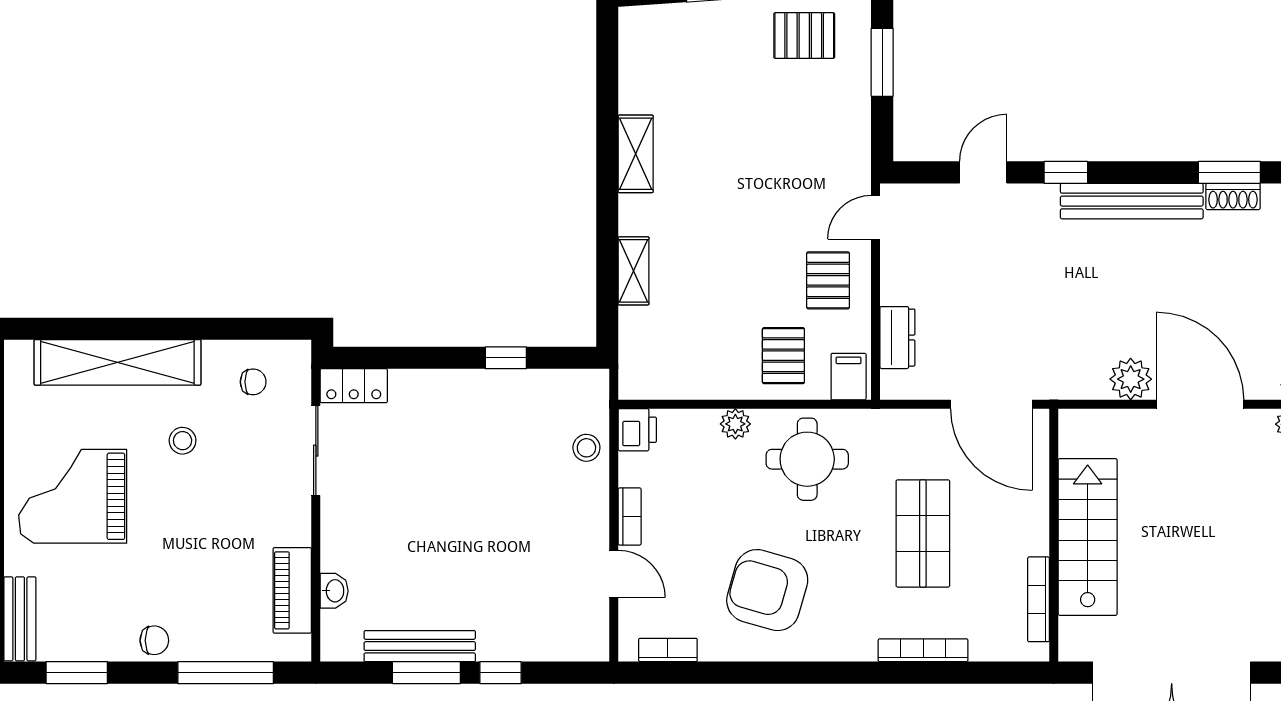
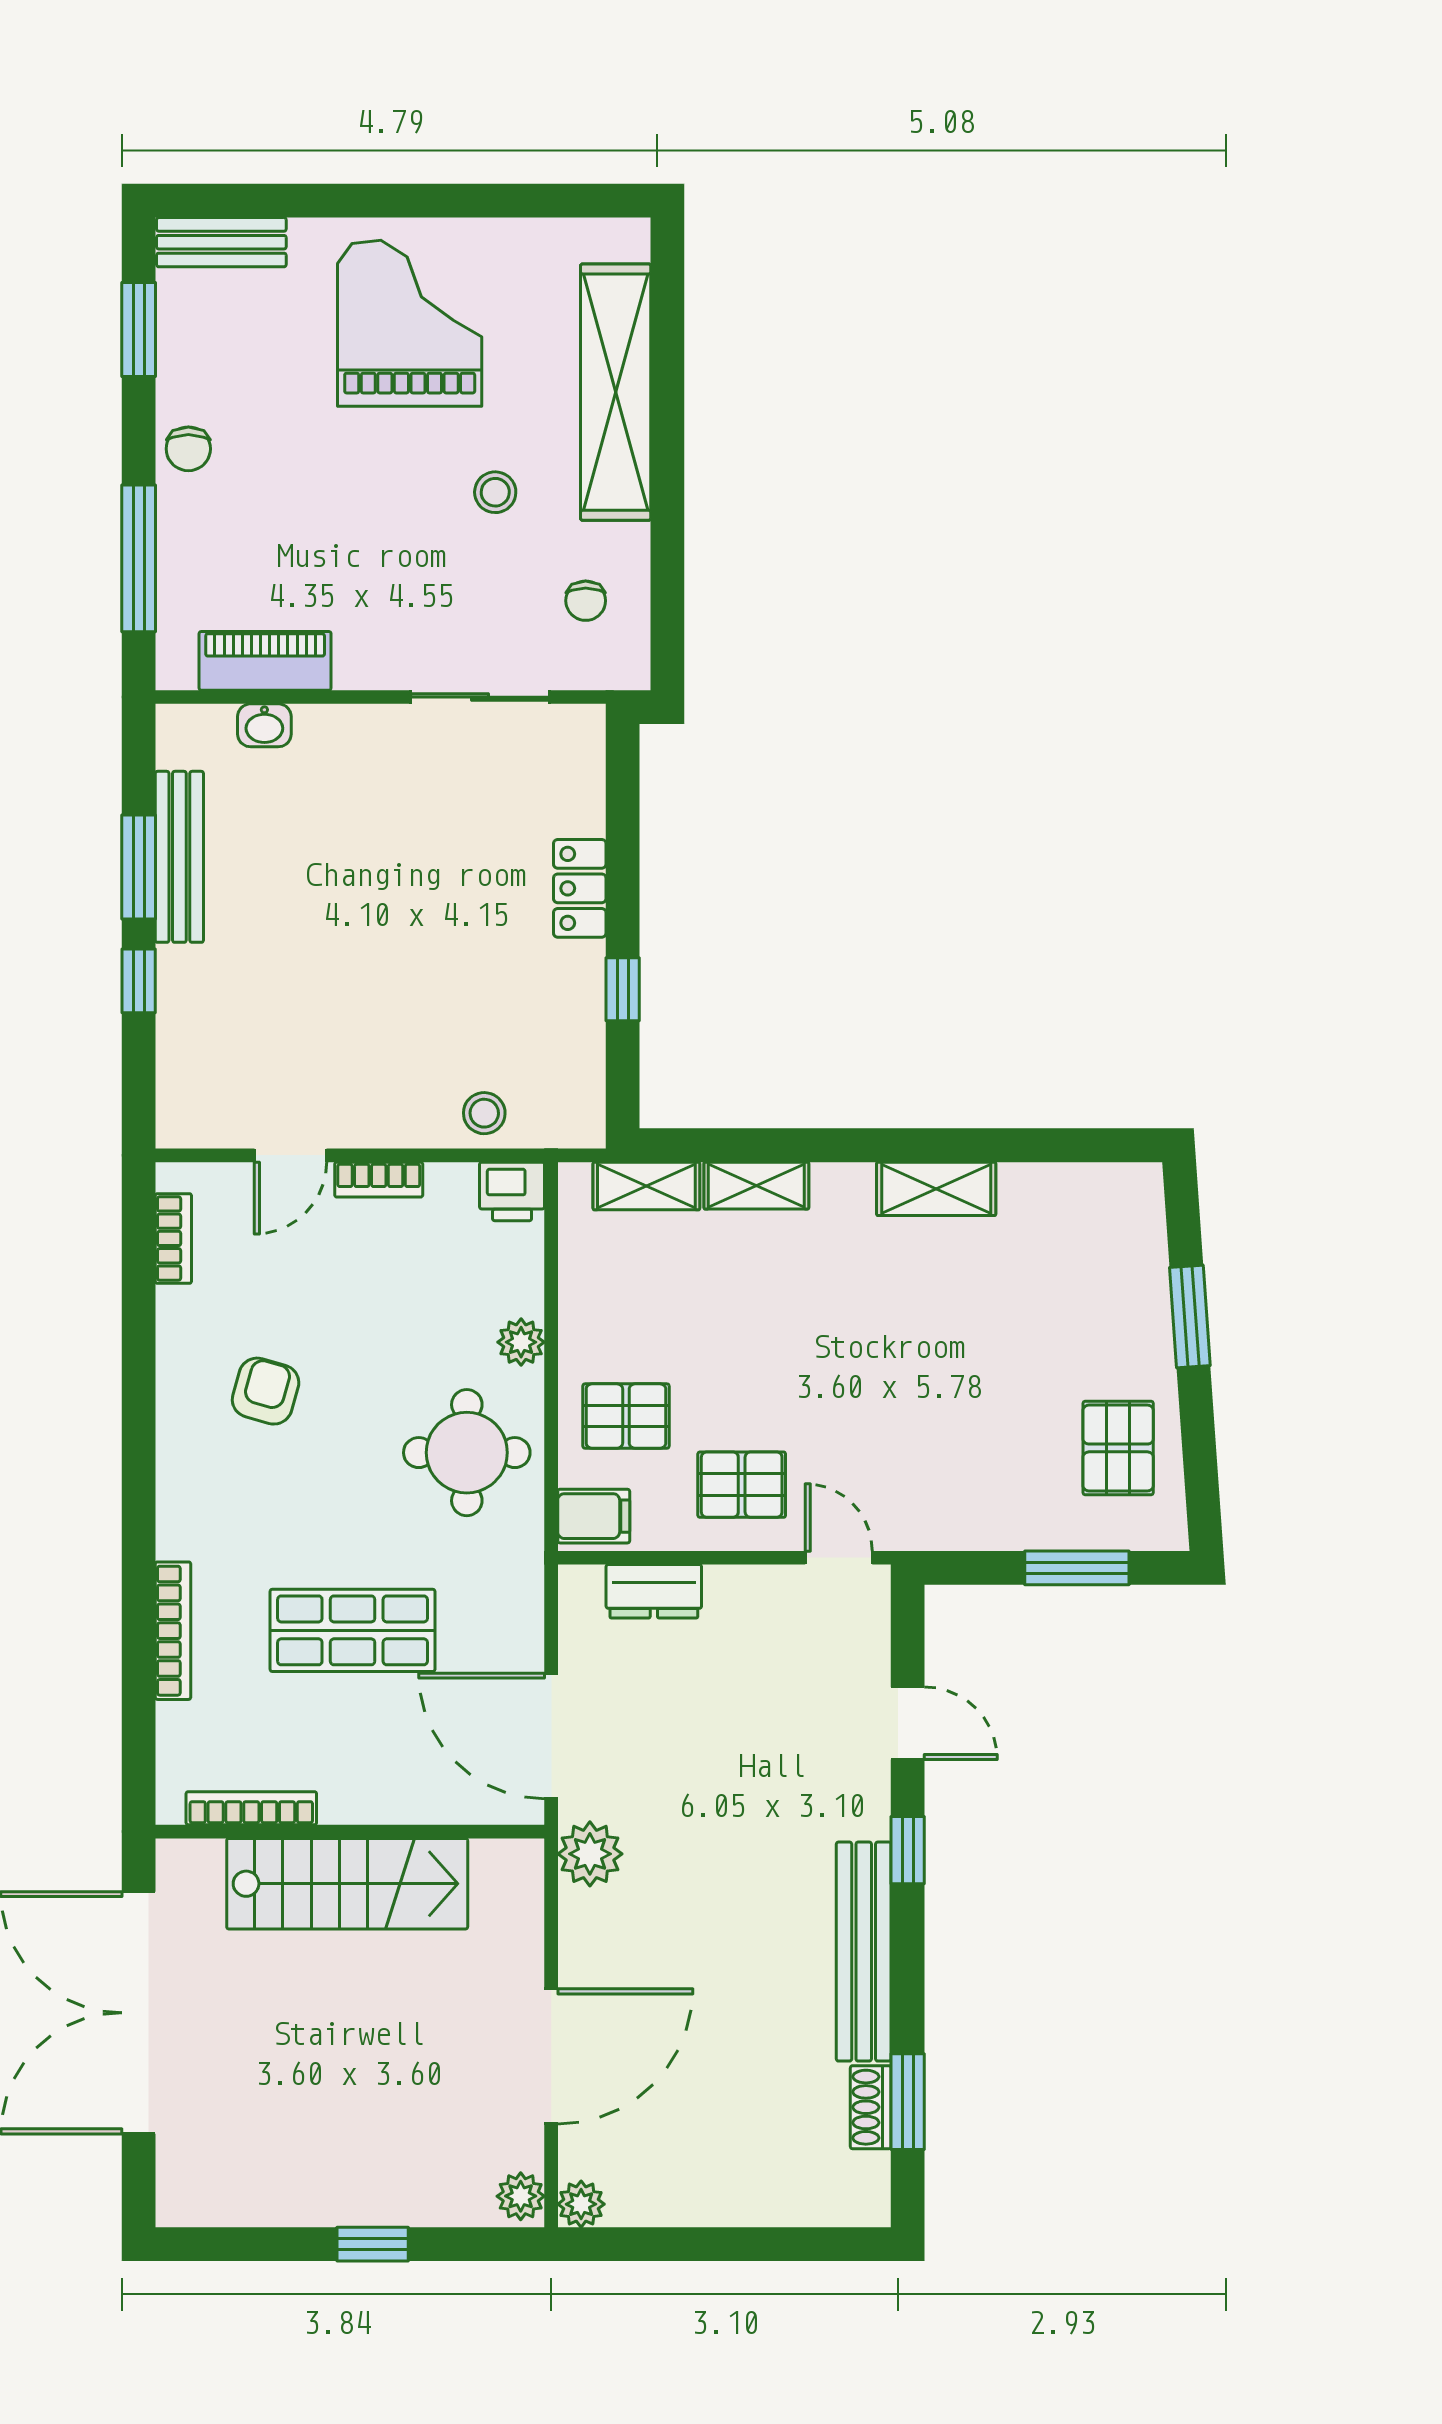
shelving: (634, 342) -> (646, 1186), added
plant: (1131, 379) -> (590, 1854), moved
locker: (354, 386) -> (580, 888), moved
door: (992, 404) -> (551, 1736), hinge flipped
armchair: (767, 590) -> (266, 1391), width x0.53, depth x0.53

